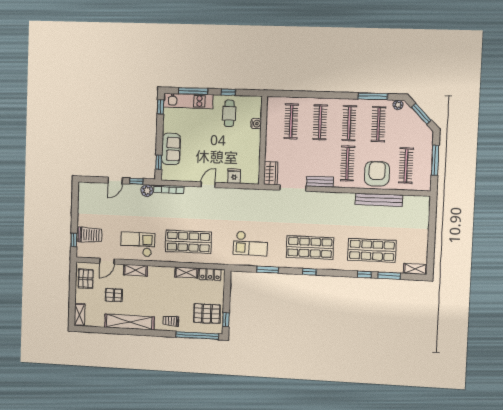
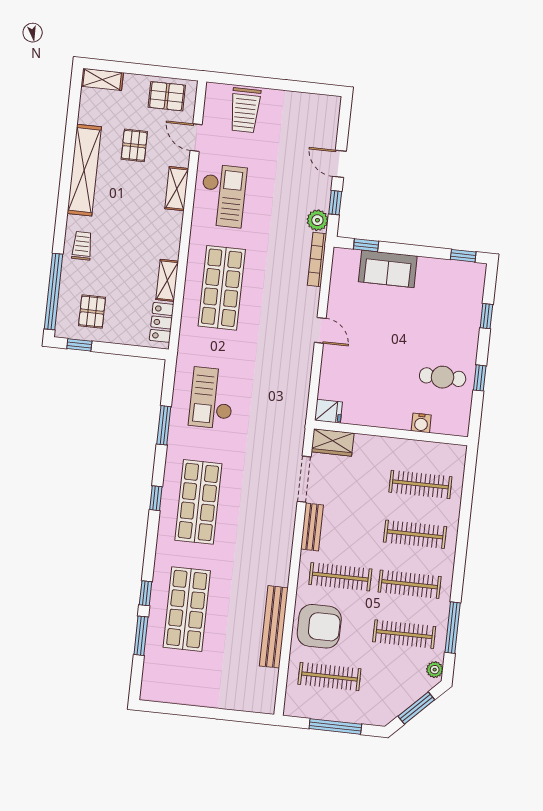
window: (193, 91) -> (486, 316), width x0.46
kitchen unit: (188, 101) -> (470, 306), removed
fridge: (234, 176) -> (329, 411), moved
window: (74, 240) -> (238, 80), removed
shelving: (415, 269) -> (150, 681), removed
pallet: (207, 314) -> (92, 312), width x0.67, depth x0.71

